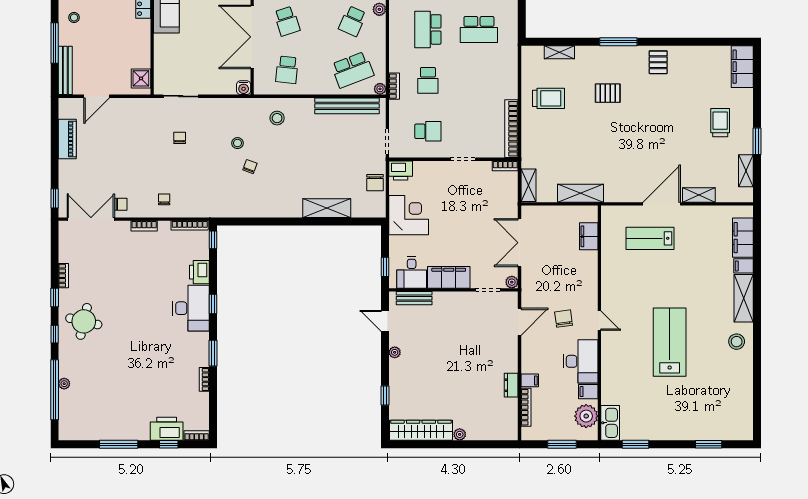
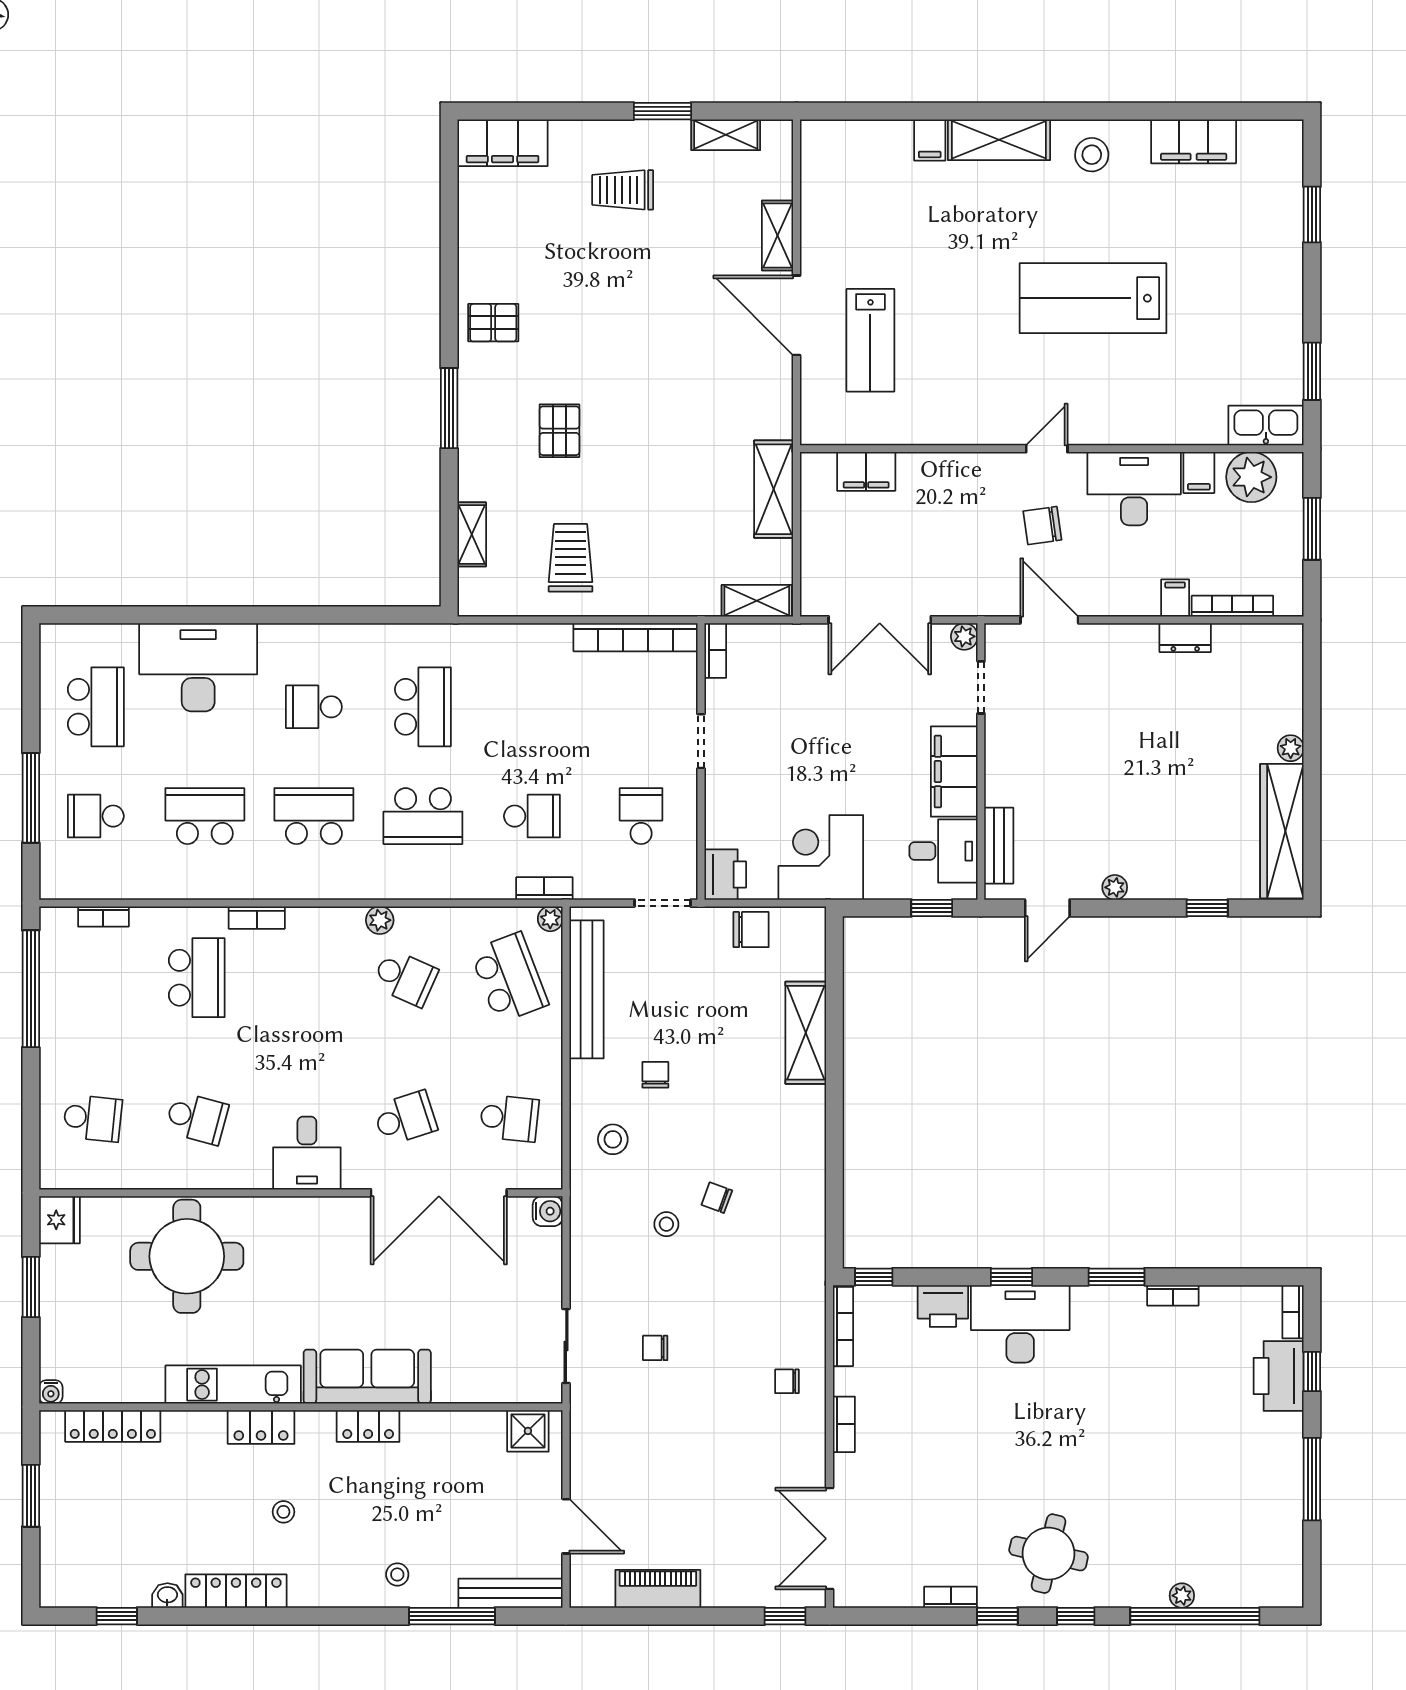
chair: (121, 204) -> (655, 1075), moved
filing cabinet: (743, 238) -> (1194, 141), moved

